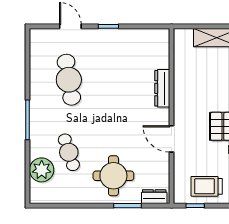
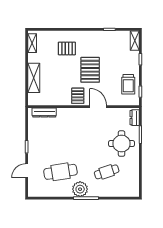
dresser: (162, 88) -> (44, 113), moved
pallet: (189, 107) -> (78, 96), added
door: (172, 139) -> (98, 107), swing flipped
plant: (42, 170) -> (80, 189), moved

